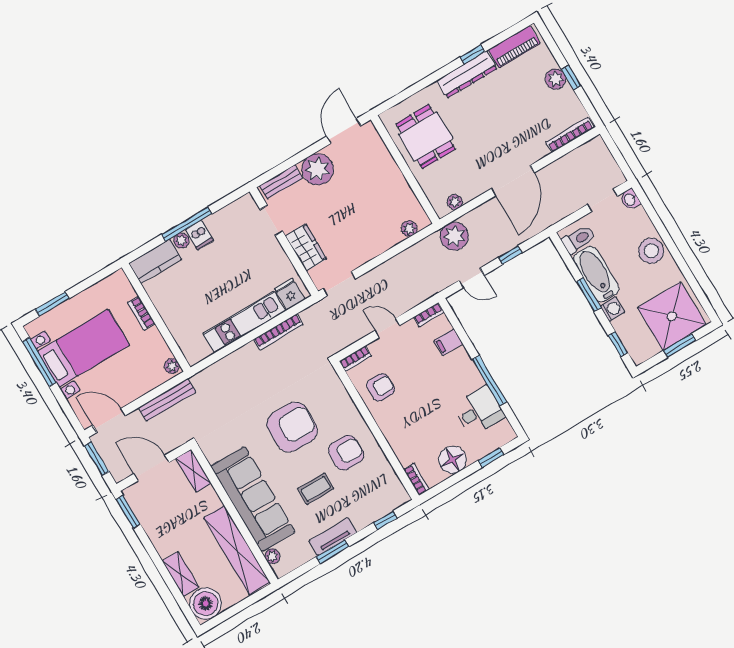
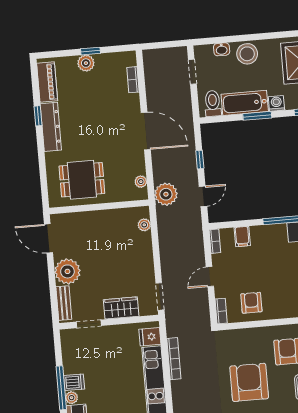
bookcase: (570, 135) -> (133, 80), width x0.64
washbasin: (630, 199) -> (222, 49), moved

